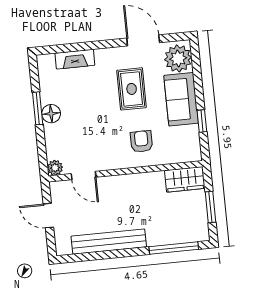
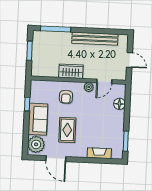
window: (38, 108) -> (126, 141), moved
floor lamp: (51, 114) -> (119, 104), moved
plant: (55, 168) -> (89, 87), moved
door: (84, 175) -> (104, 81), swing flipped
wardrobe: (185, 179) -> (71, 71), moved

